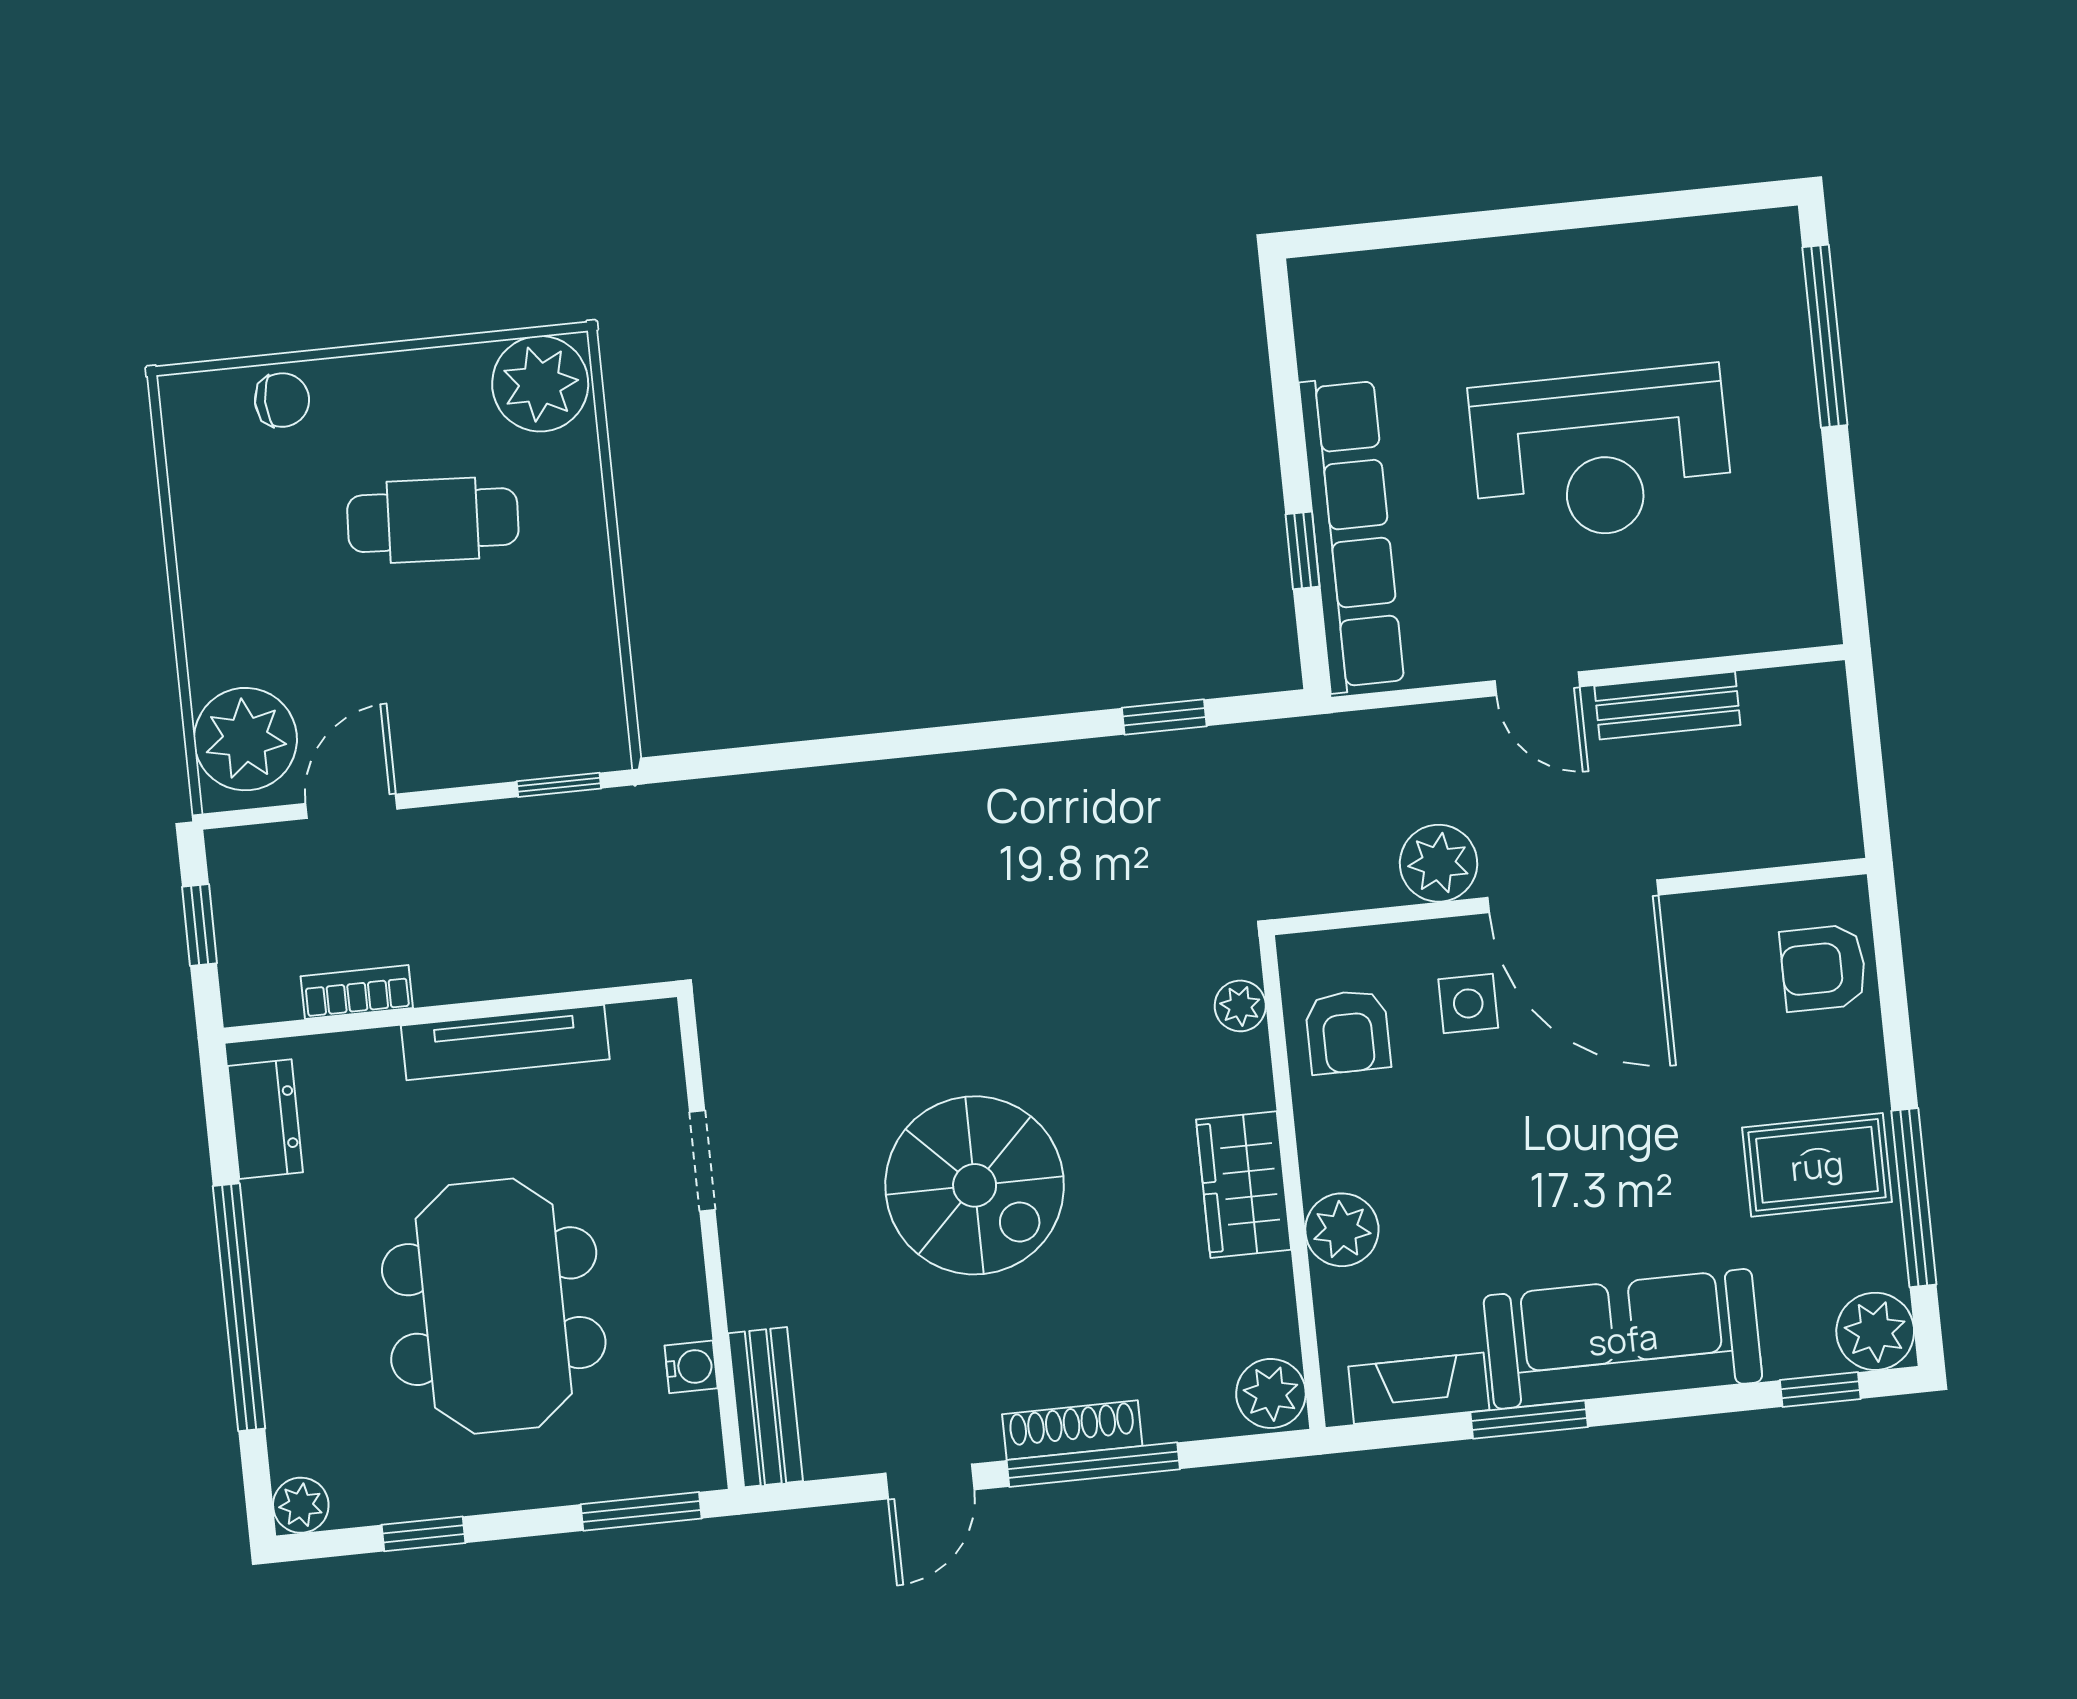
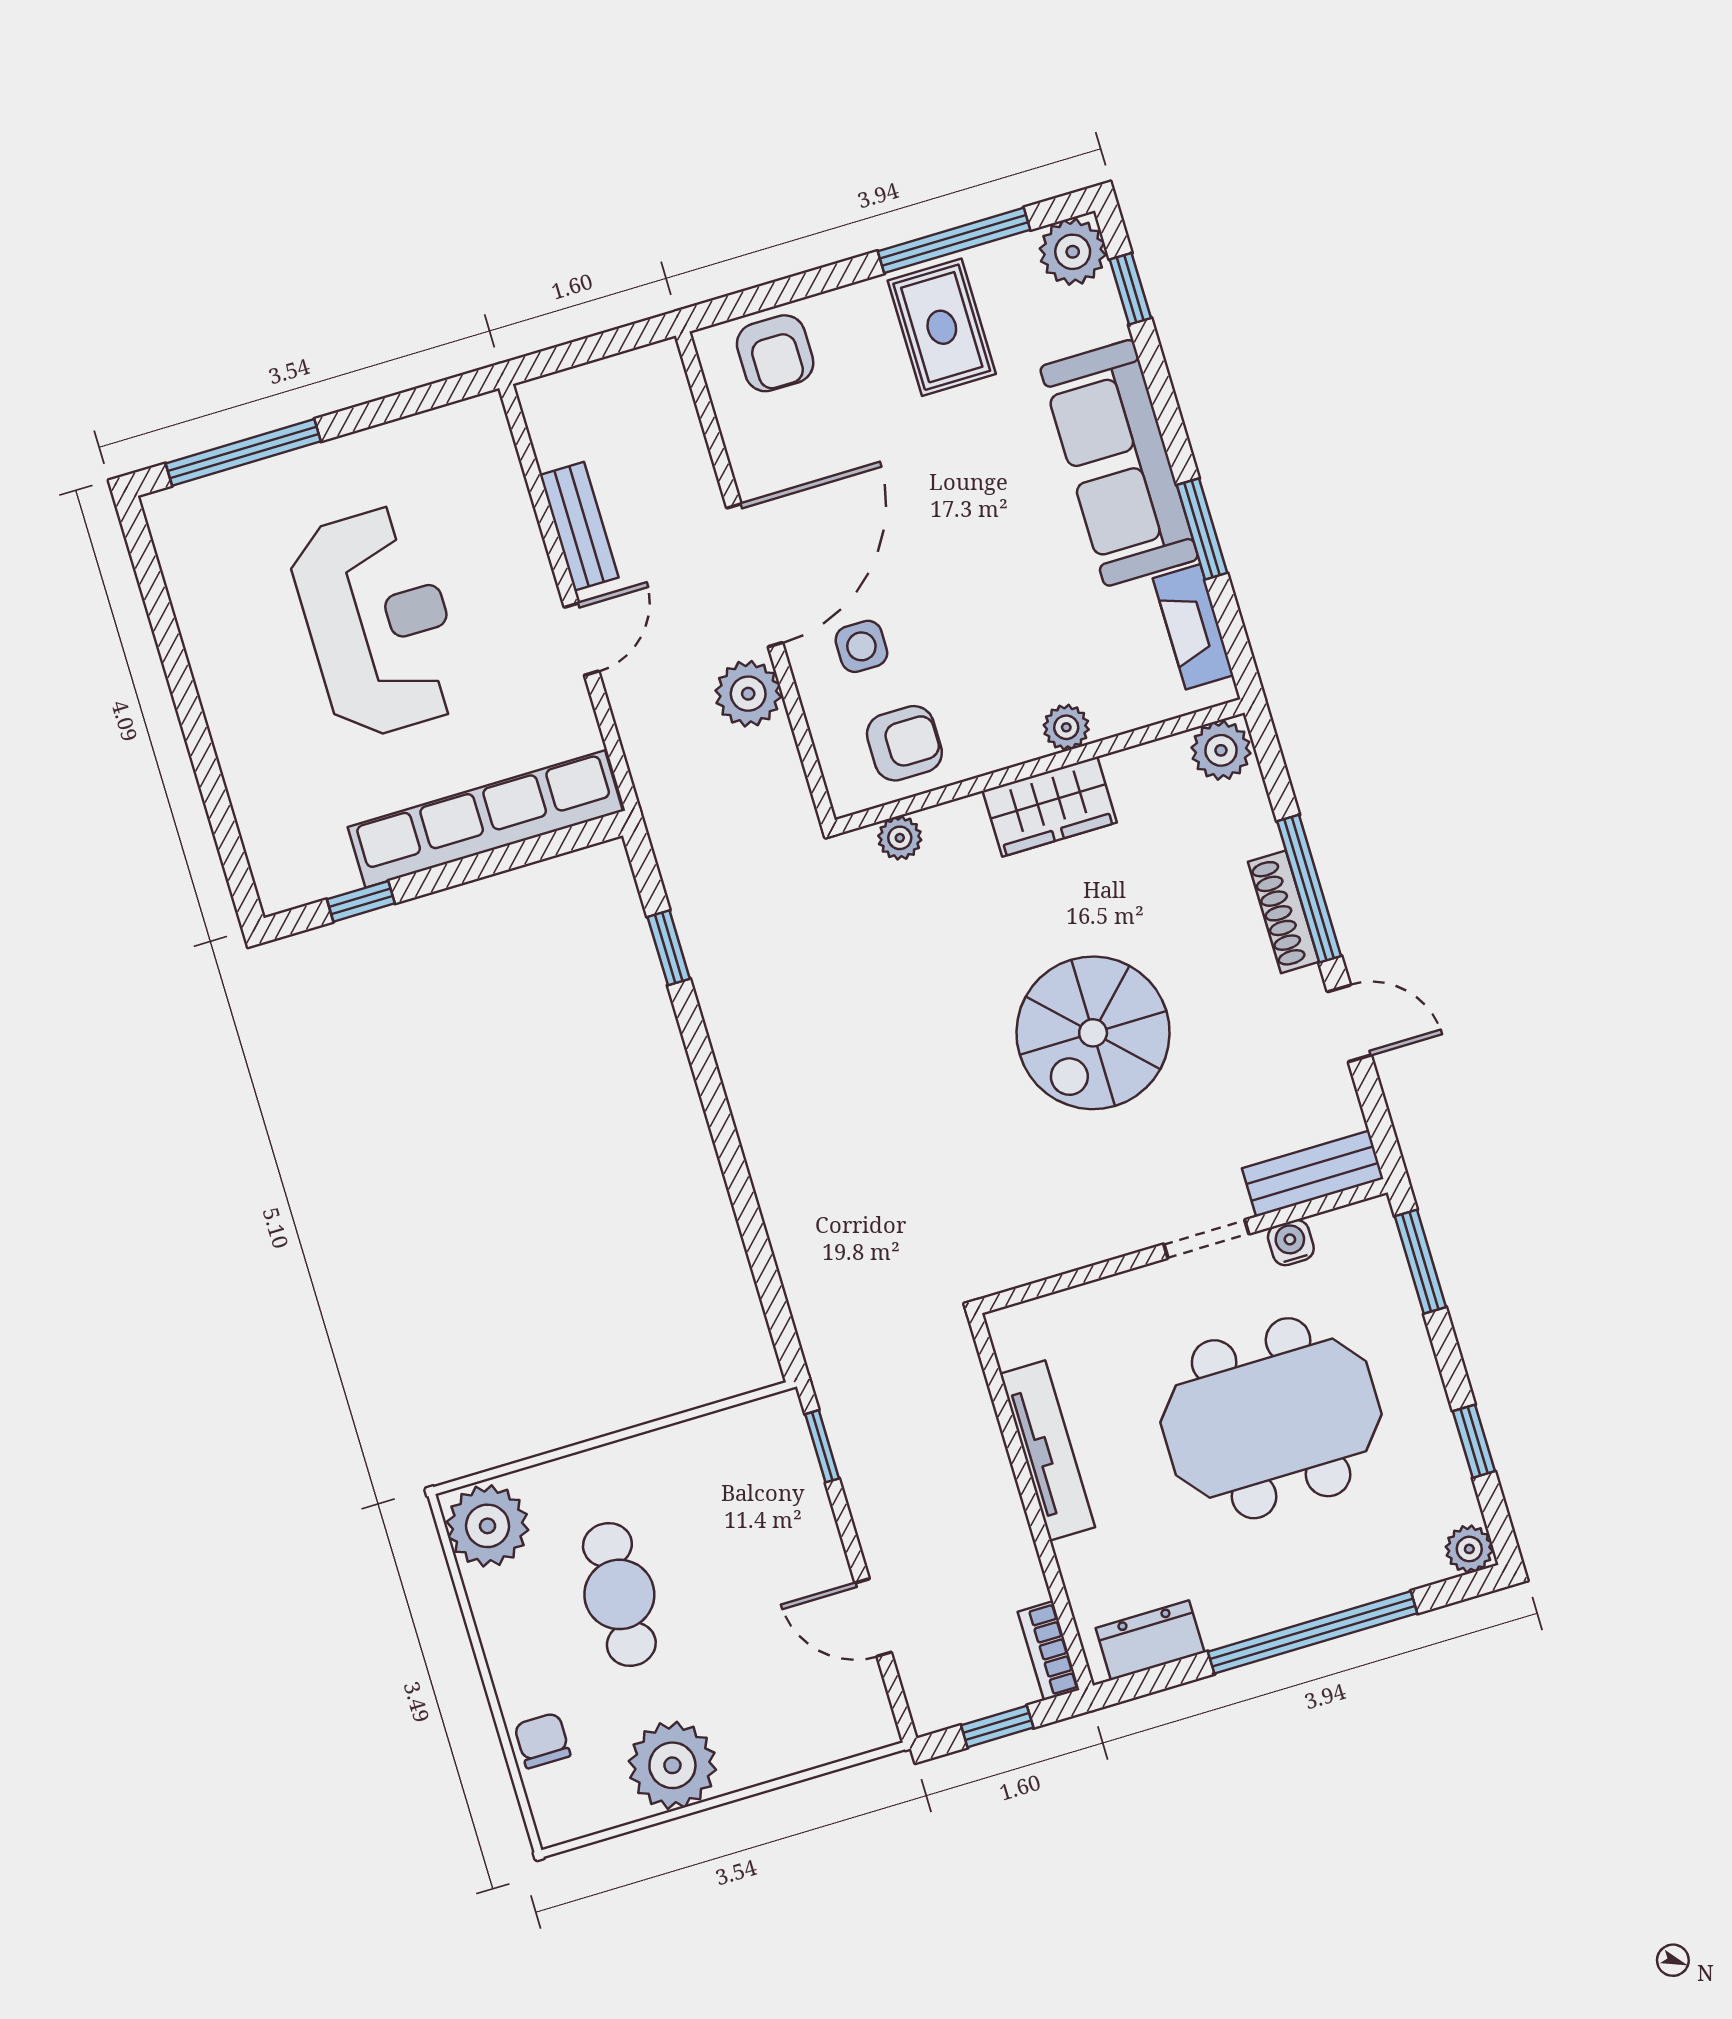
window: (1303, 550) -> (361, 901), moved
plant: (245, 739) -> (672, 1765), moved
bookcase: (357, 992) -> (1049, 1651), moved
doorway: (702, 1161) -> (1206, 1239), moved
spiral stairs: (975, 1185) -> (1093, 1033), turned 180
plant: (1342, 1230) -> (1066, 727), width x0.73, depth x0.73

